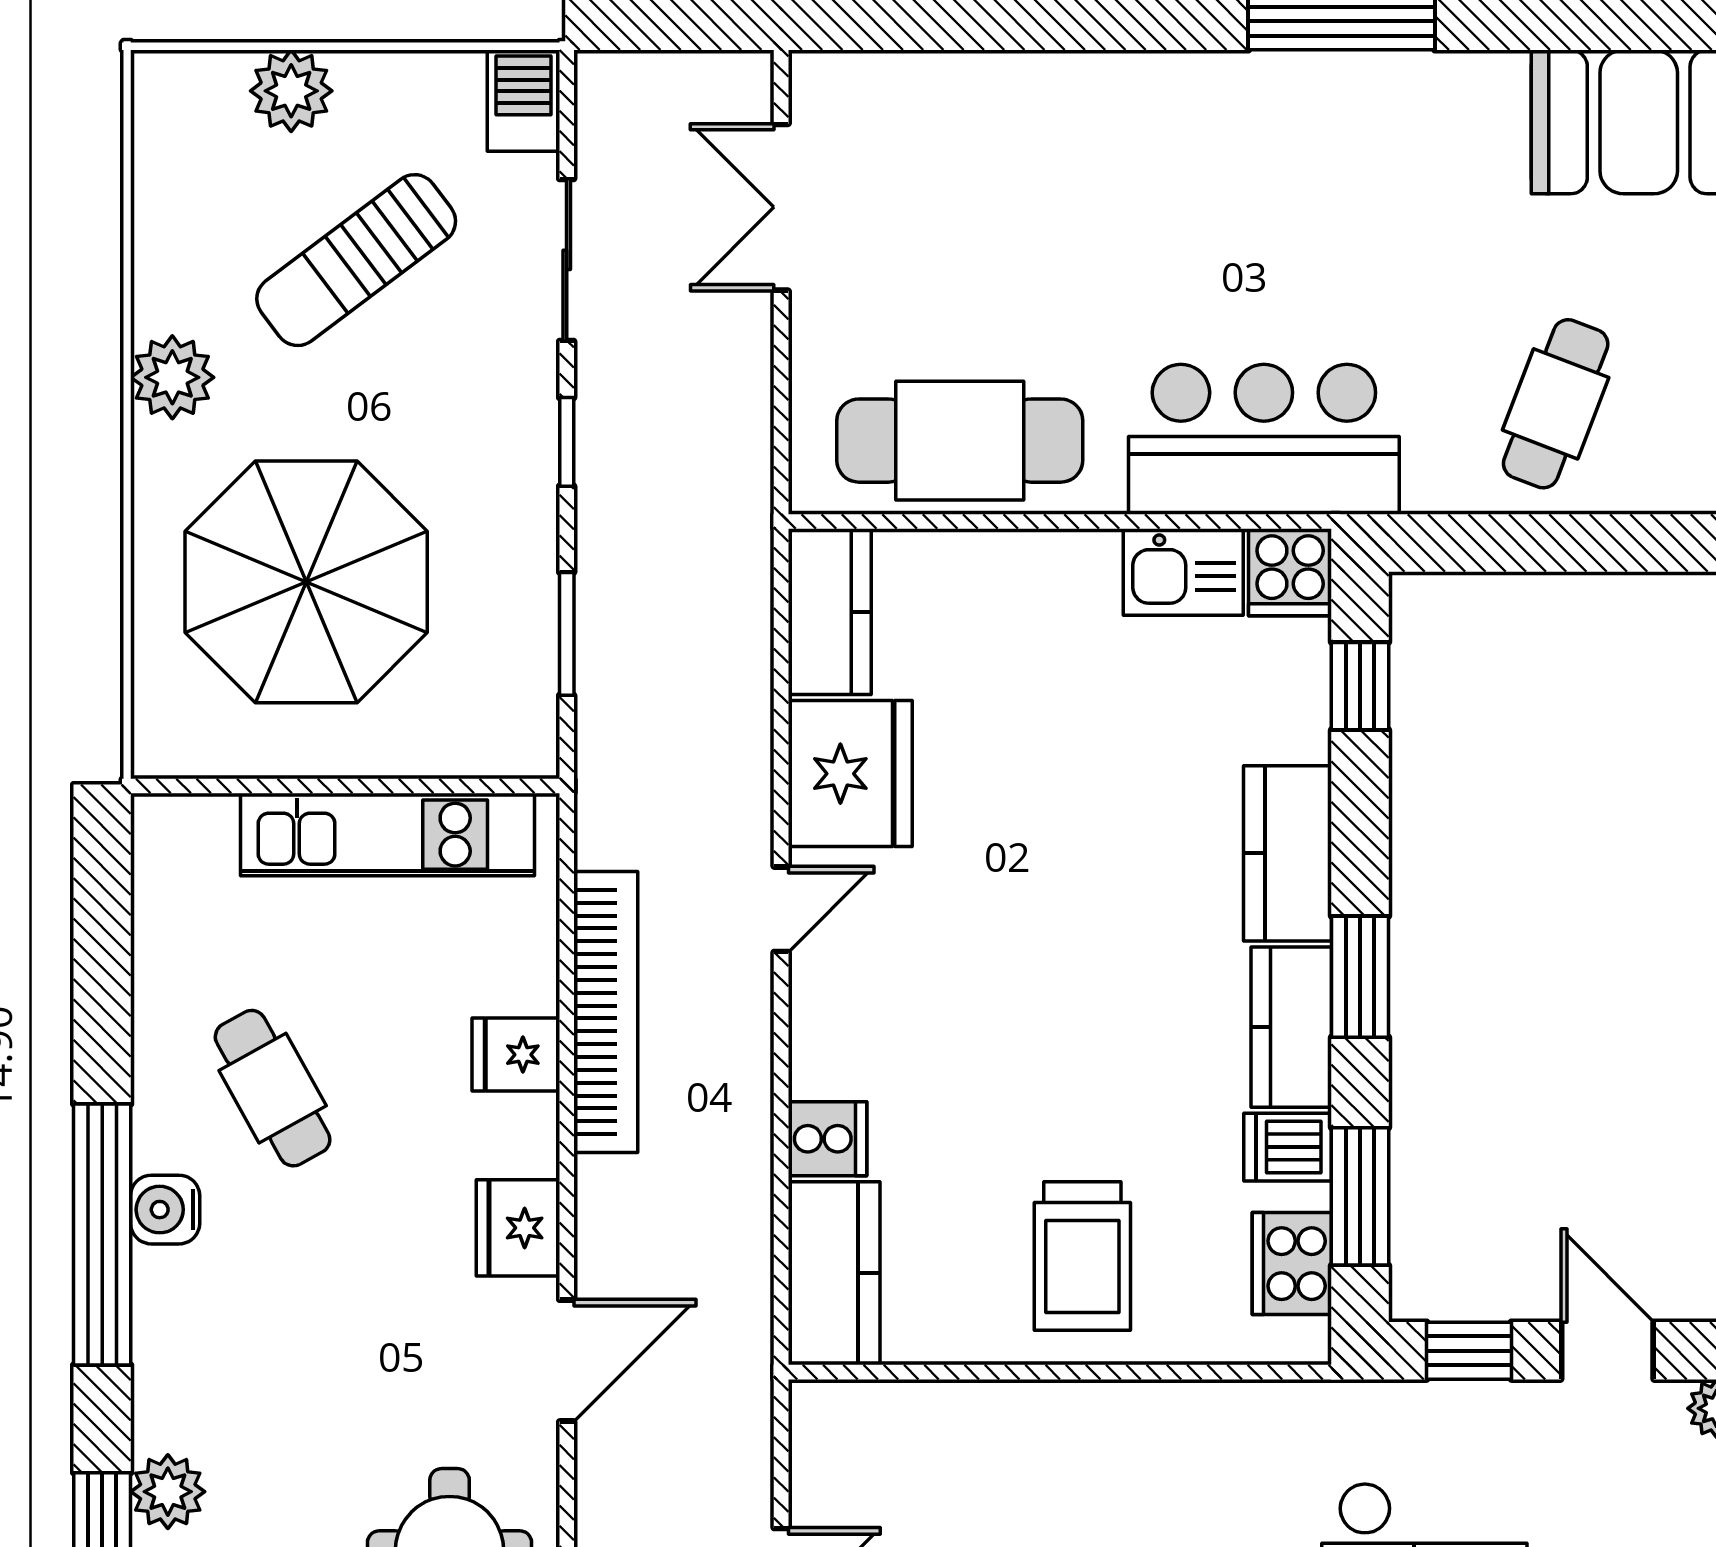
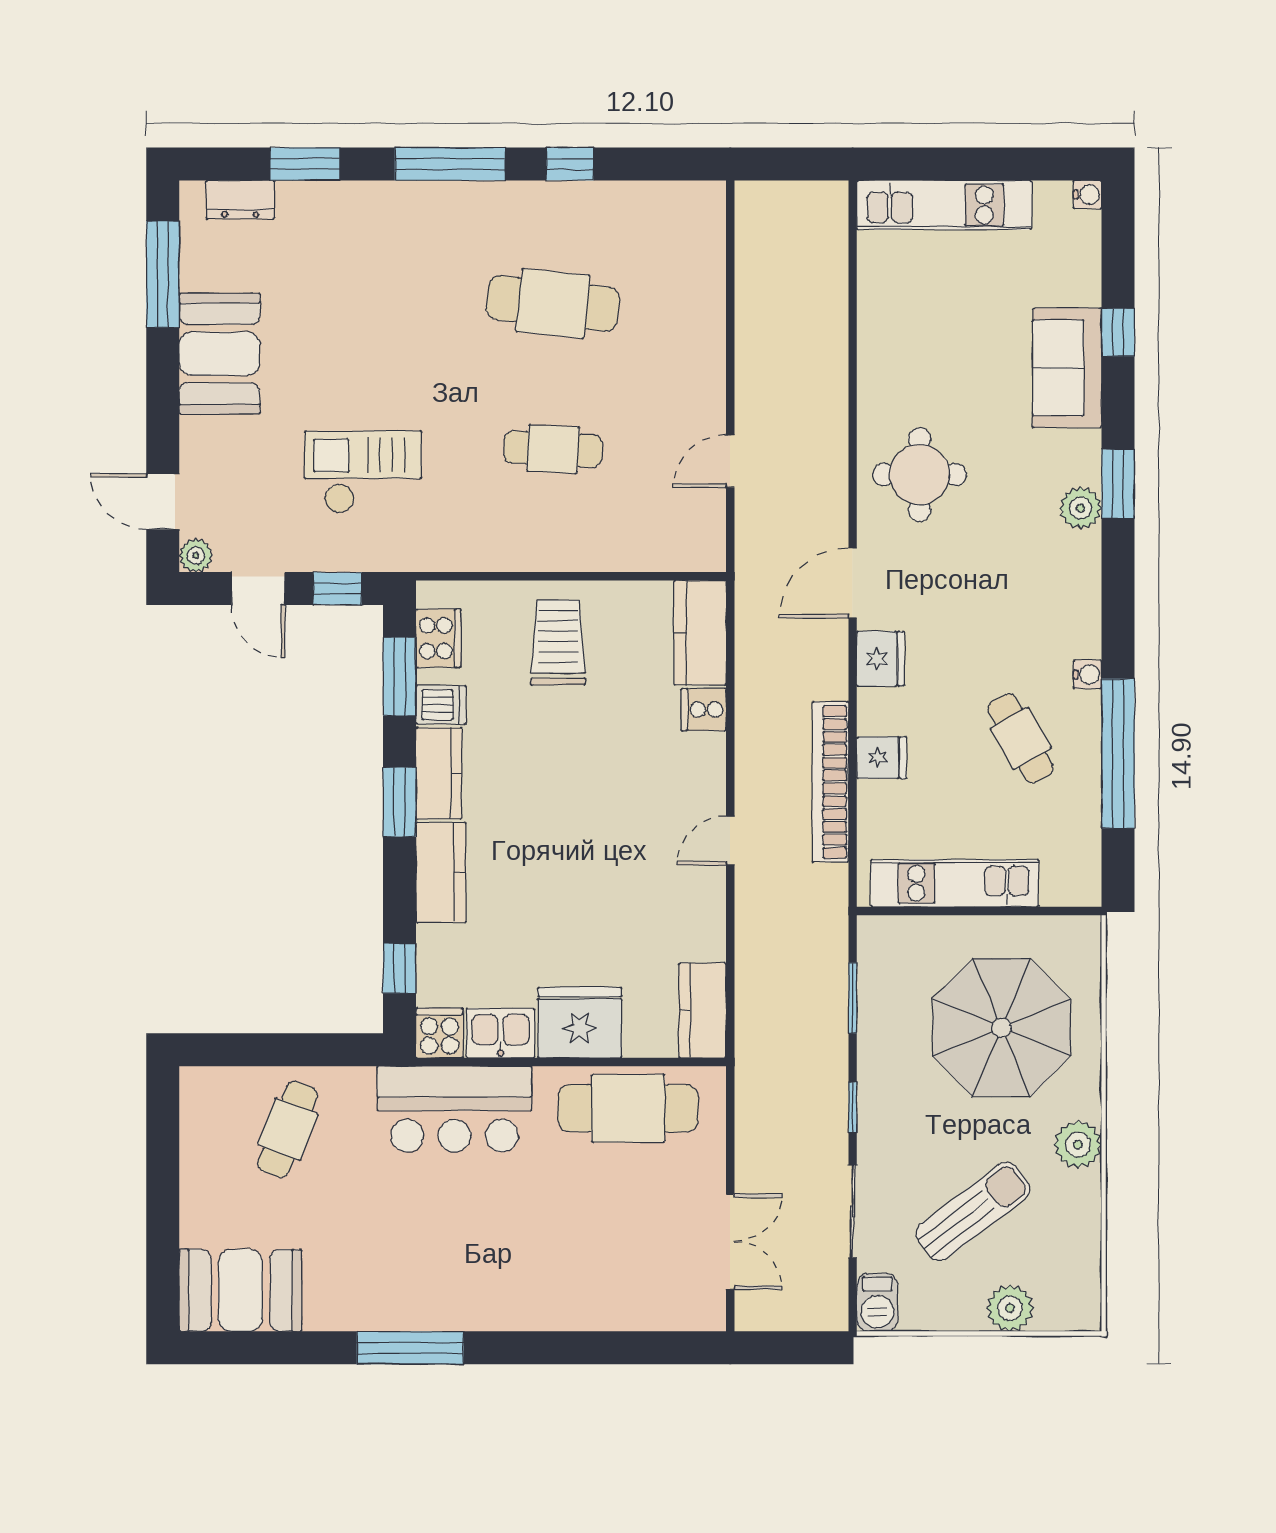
fridge: (850, 774) -> (580, 1023), moved, turned 90
water cooler: (165, 1210) -> (1087, 675), width x0.72, depth x0.72
window: (102, 1235) -> (1118, 754), moved

